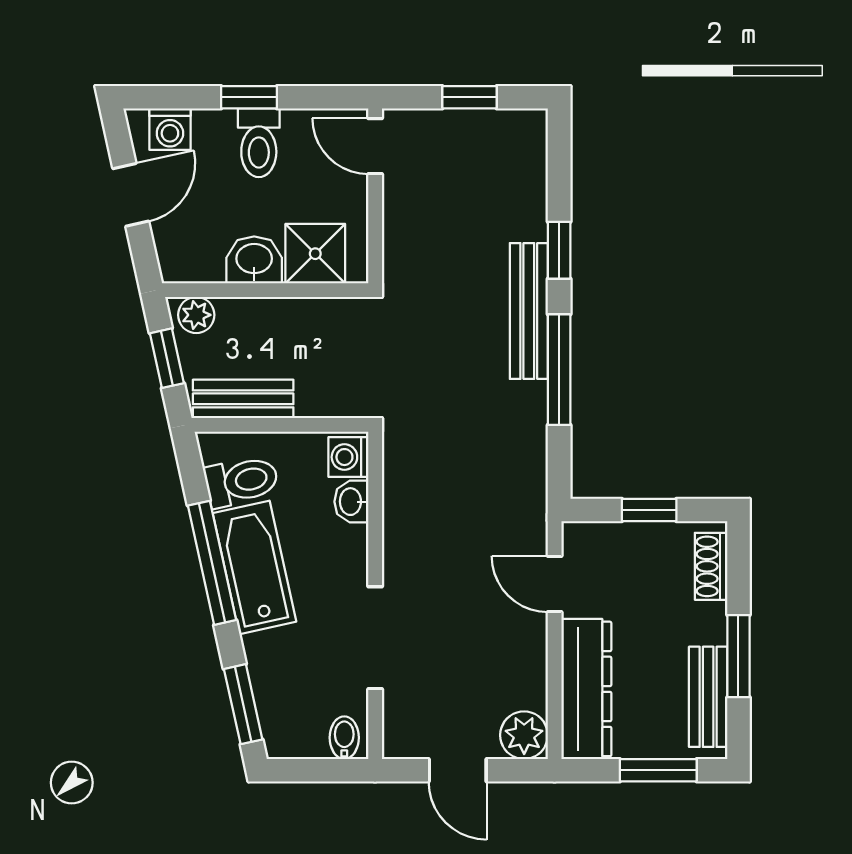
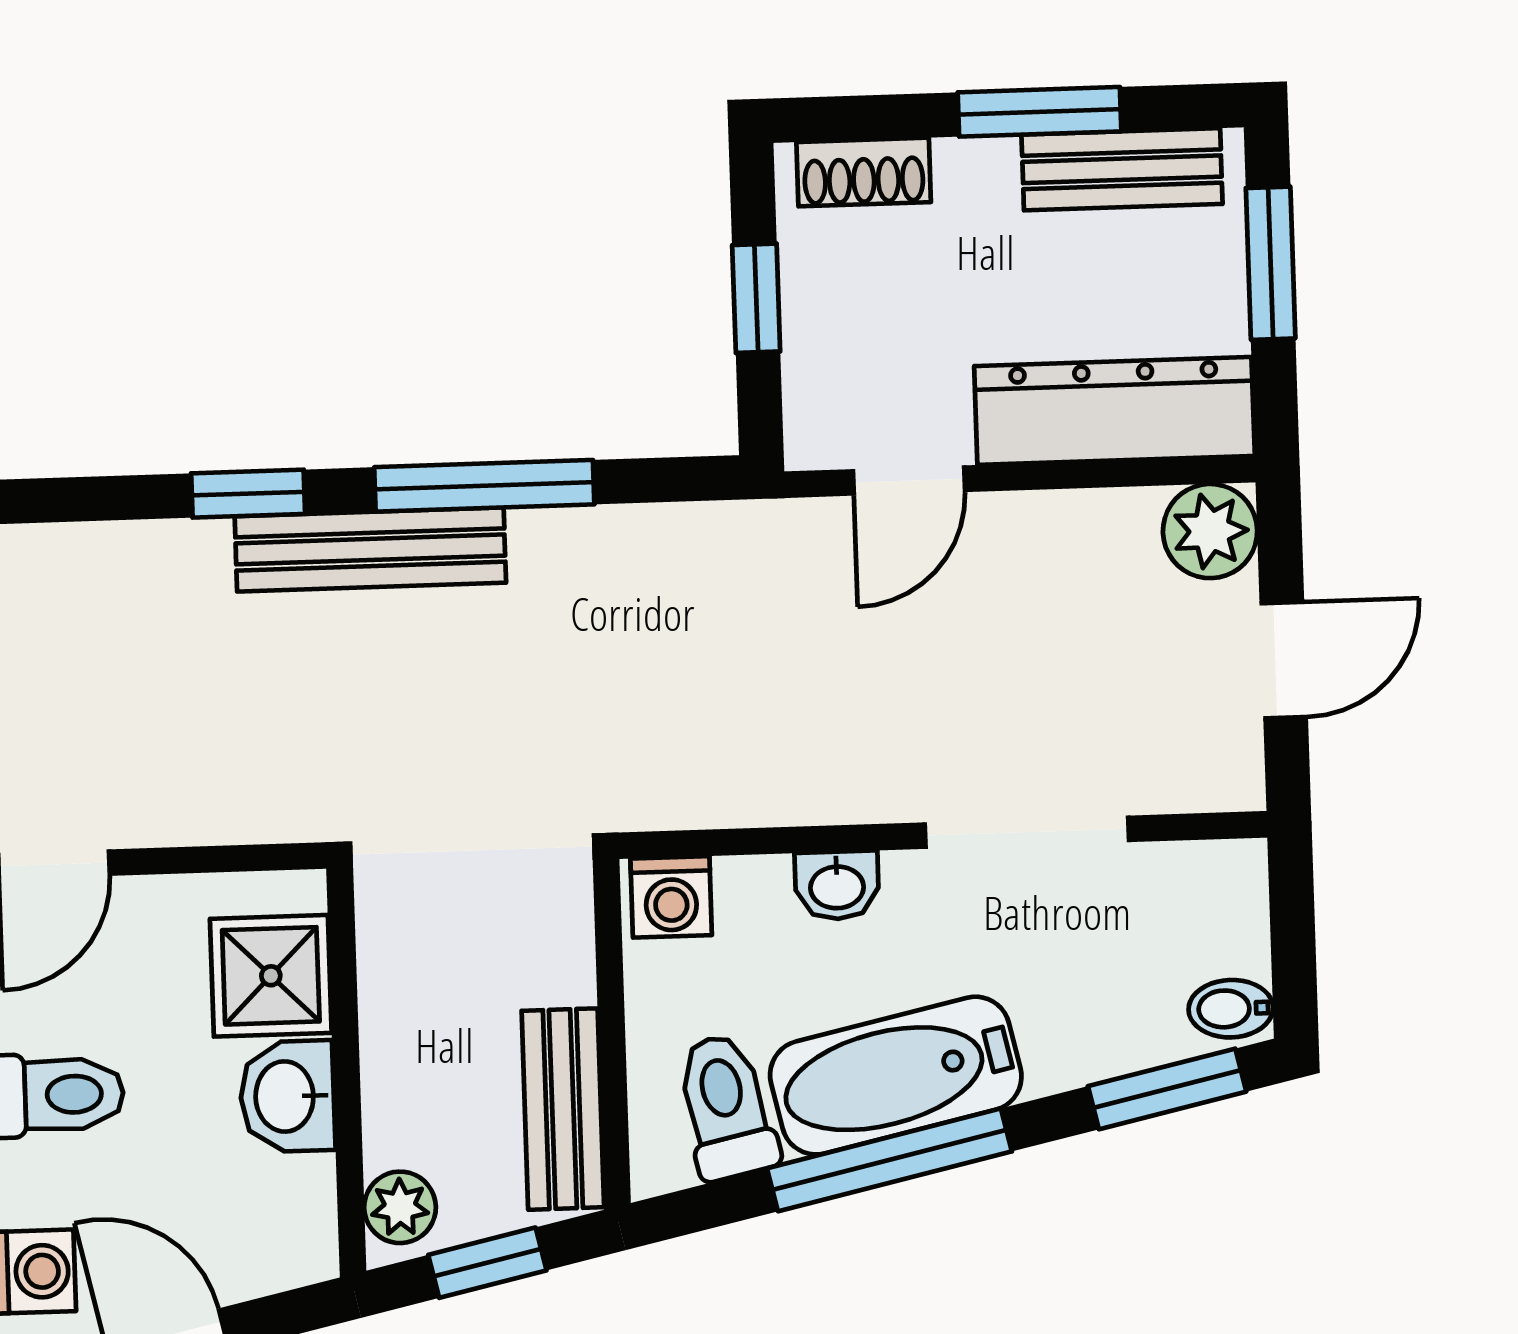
washbasin: (351, 502) -> (837, 885), moved
bidet: (344, 738) -> (1231, 1009), moved

